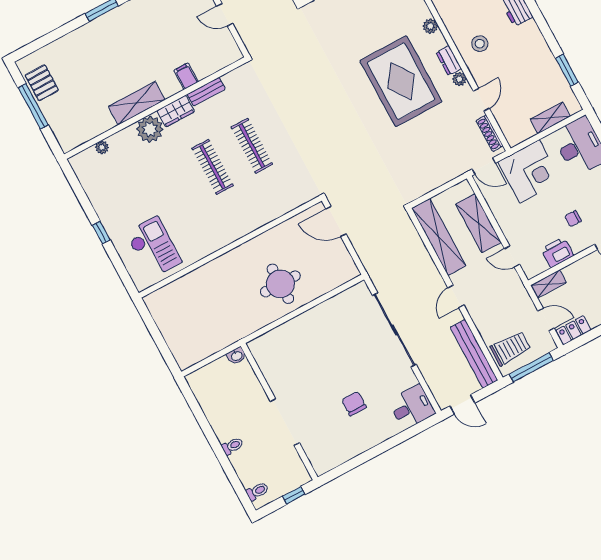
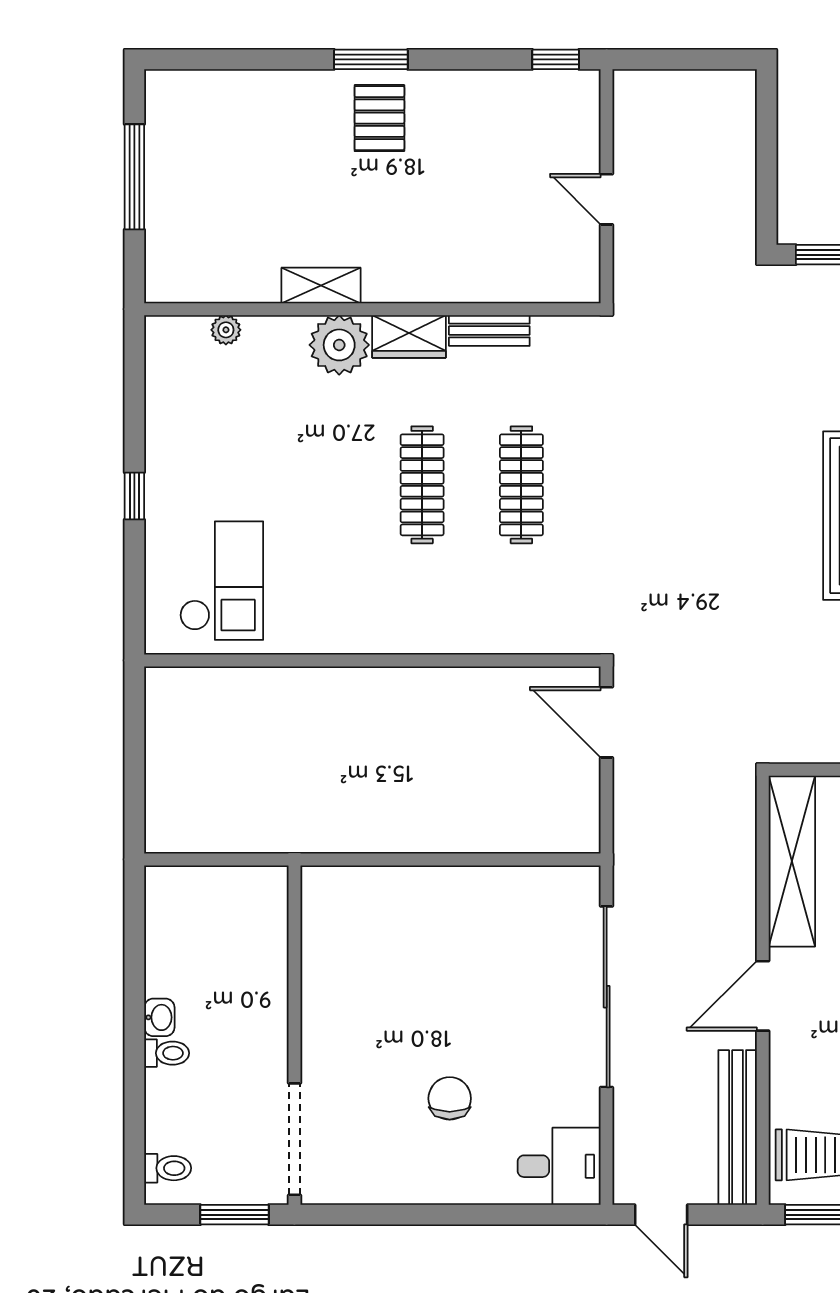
filing cabinet: (186, 76) -> (466, 279), removed
pallet: (42, 83) -> (379, 118), moved
shelving: (137, 103) -> (321, 286), width x0.67, depth x0.75
round table: (280, 284) -> (432, 786), removed
door: (456, 296) -> (763, 996), width x1.38
washbasin: (237, 356) -> (159, 1017), moved, turned -90
doorway: (285, 422) -> (294, 1139), moved
window: (294, 495) -> (235, 1215), width x1.50

